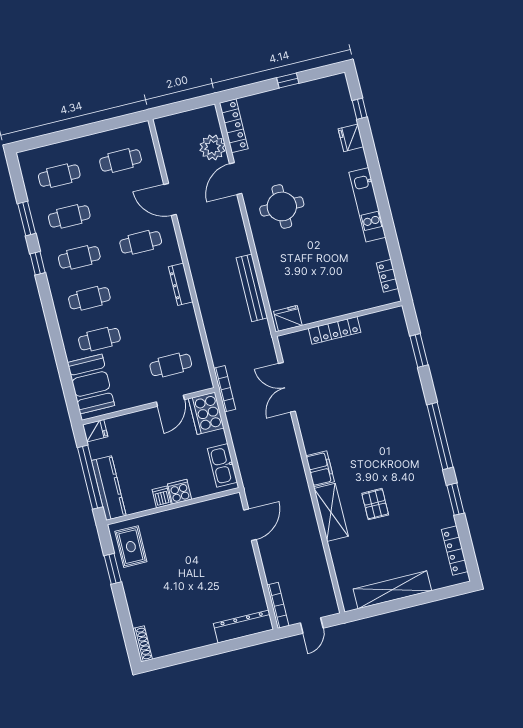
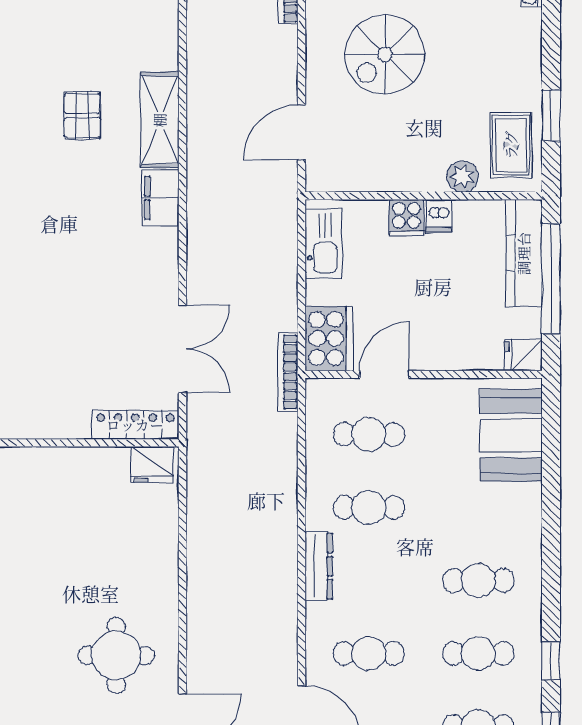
bench: (252, 288) -> (200, 531), removed
locker: (335, 330) -> (135, 425), moved
cafe table: (99, 339) -> (369, 507), moved
plant: (154, 522) -> (462, 177), added
spiral stairs: (214, 580) -> (385, 54), added

